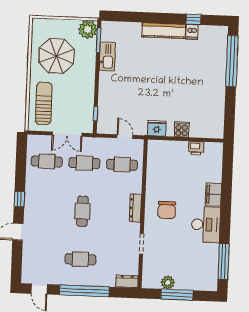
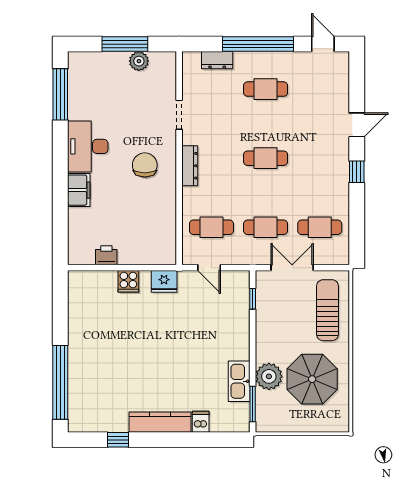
plant: (88, 29) -> (269, 376), moved
dishwasher: (192, 32) -> (201, 422), moved
sun lounger: (44, 103) -> (328, 310), turned 180
cafe table: (82, 211) -> (266, 158), turned 90
dresser: (127, 281) -> (217, 60), moved

